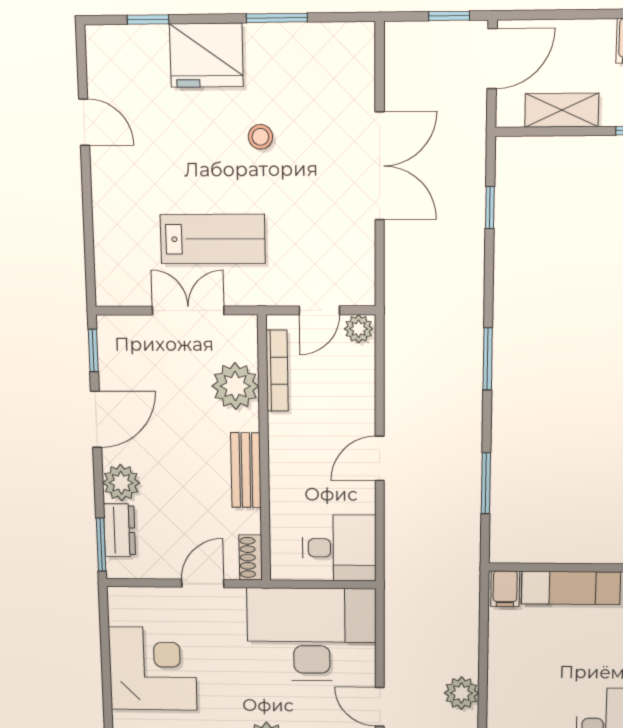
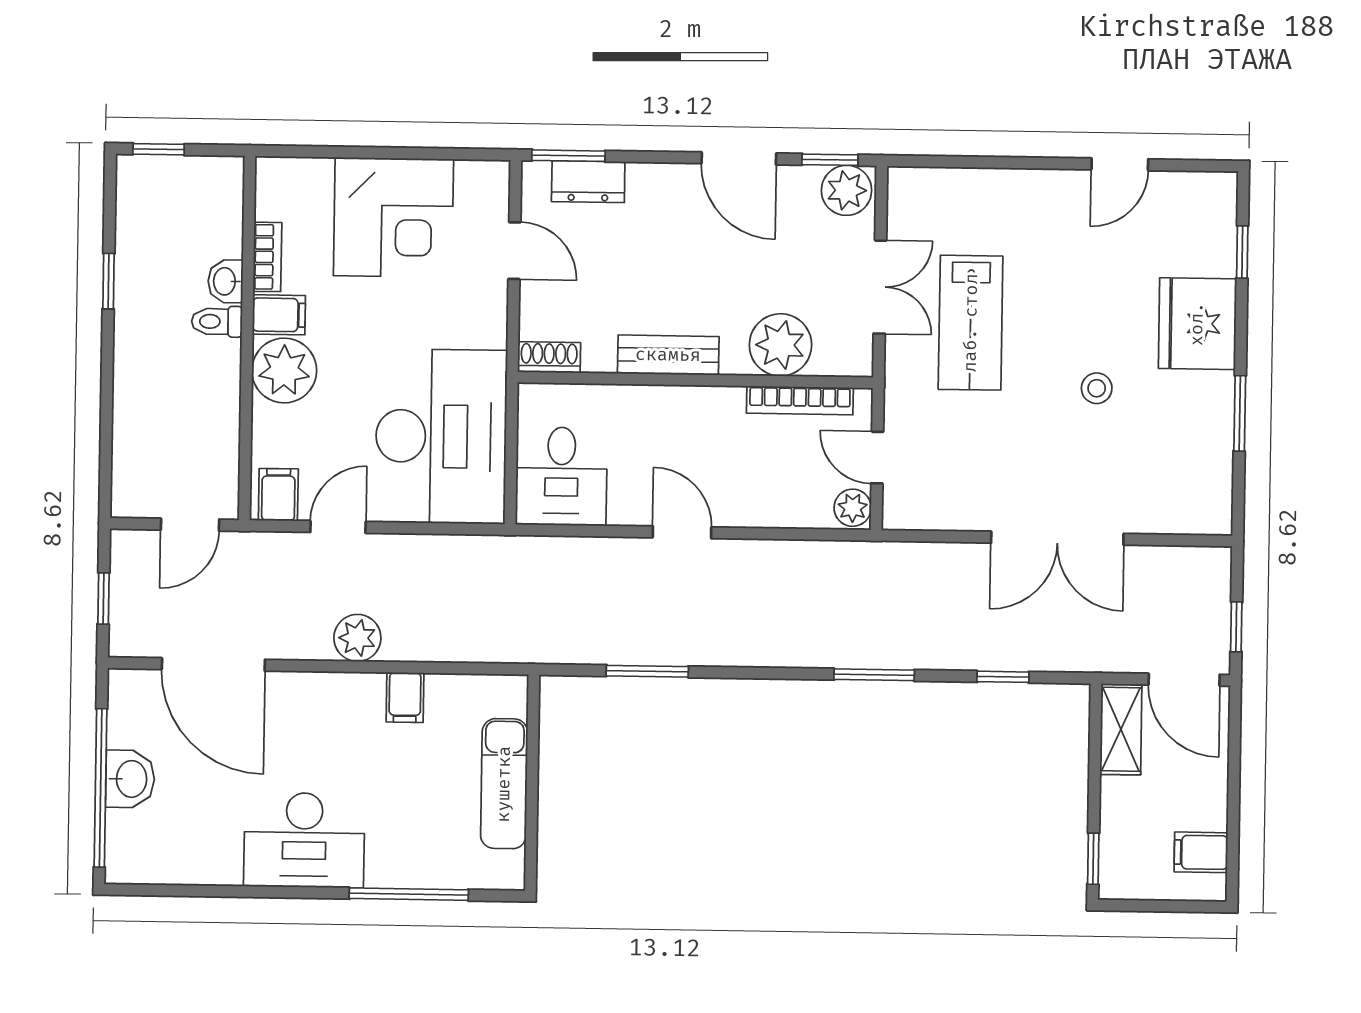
shelving: (562, 110) -> (1121, 729), moved
window: (488, 359) -> (874, 675), moved
plant: (121, 483) -> (847, 190), moved
door: (203, 583) -> (514, 251), moved
filing cabinet: (505, 589) -> (405, 697), moved, turned -90

